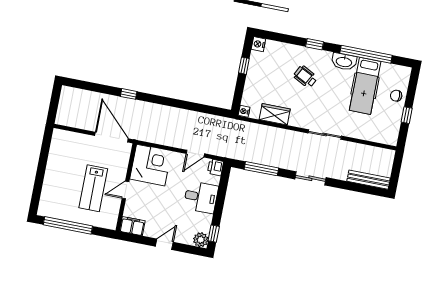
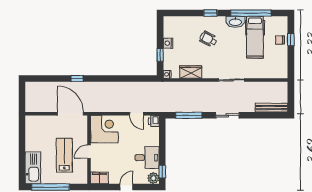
nightstand: (258, 44) -> (168, 43), moved
window: (244, 66) -> (160, 55), moved
window: (407, 115) -> (291, 39), moved
door: (195, 154) -> (136, 114), hinge flipped
lab bench: (93, 188) -> (64, 155), turned 180
kitchen sink: (50, 197) -> (33, 168), added
desk: (201, 197) -> (147, 158), moved

